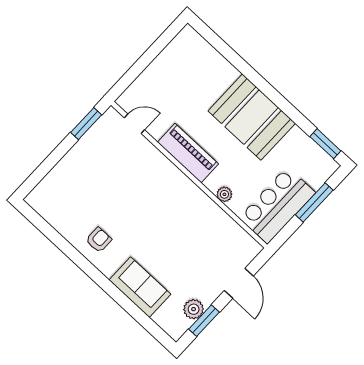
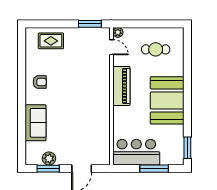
cafe table: (183, 77) -> (156, 49), added
rug: (65, 185) -> (51, 41), added
plant: (224, 194) -> (118, 32), moved

